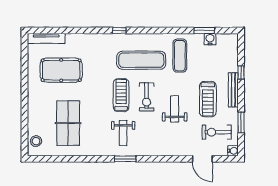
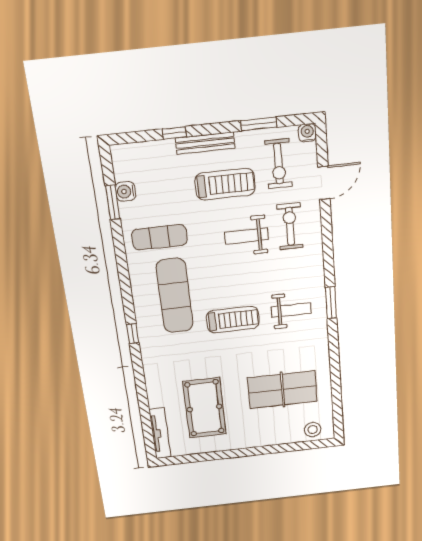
treadmill: (121, 95) -> (233, 320), turned 180
exercise bike: (147, 97) -> (290, 226), moved, turned -90

